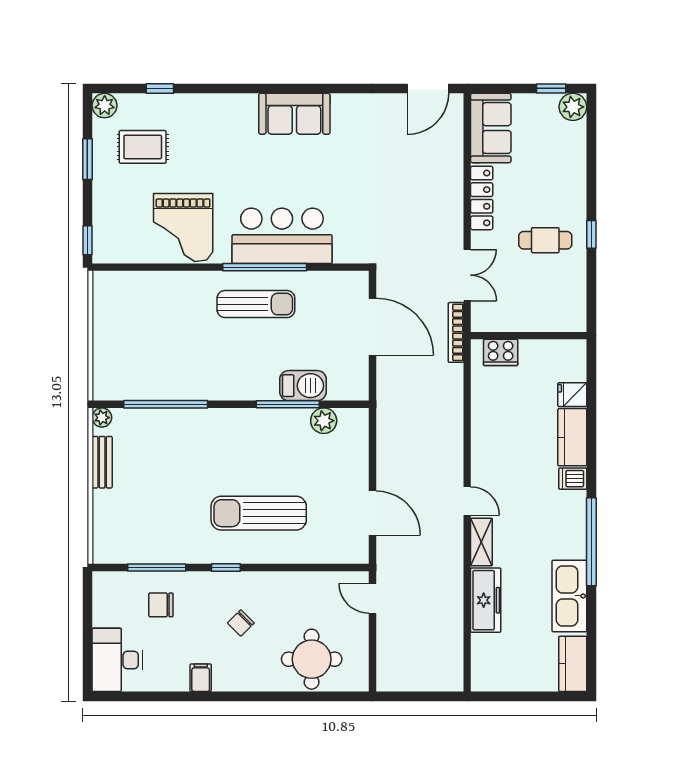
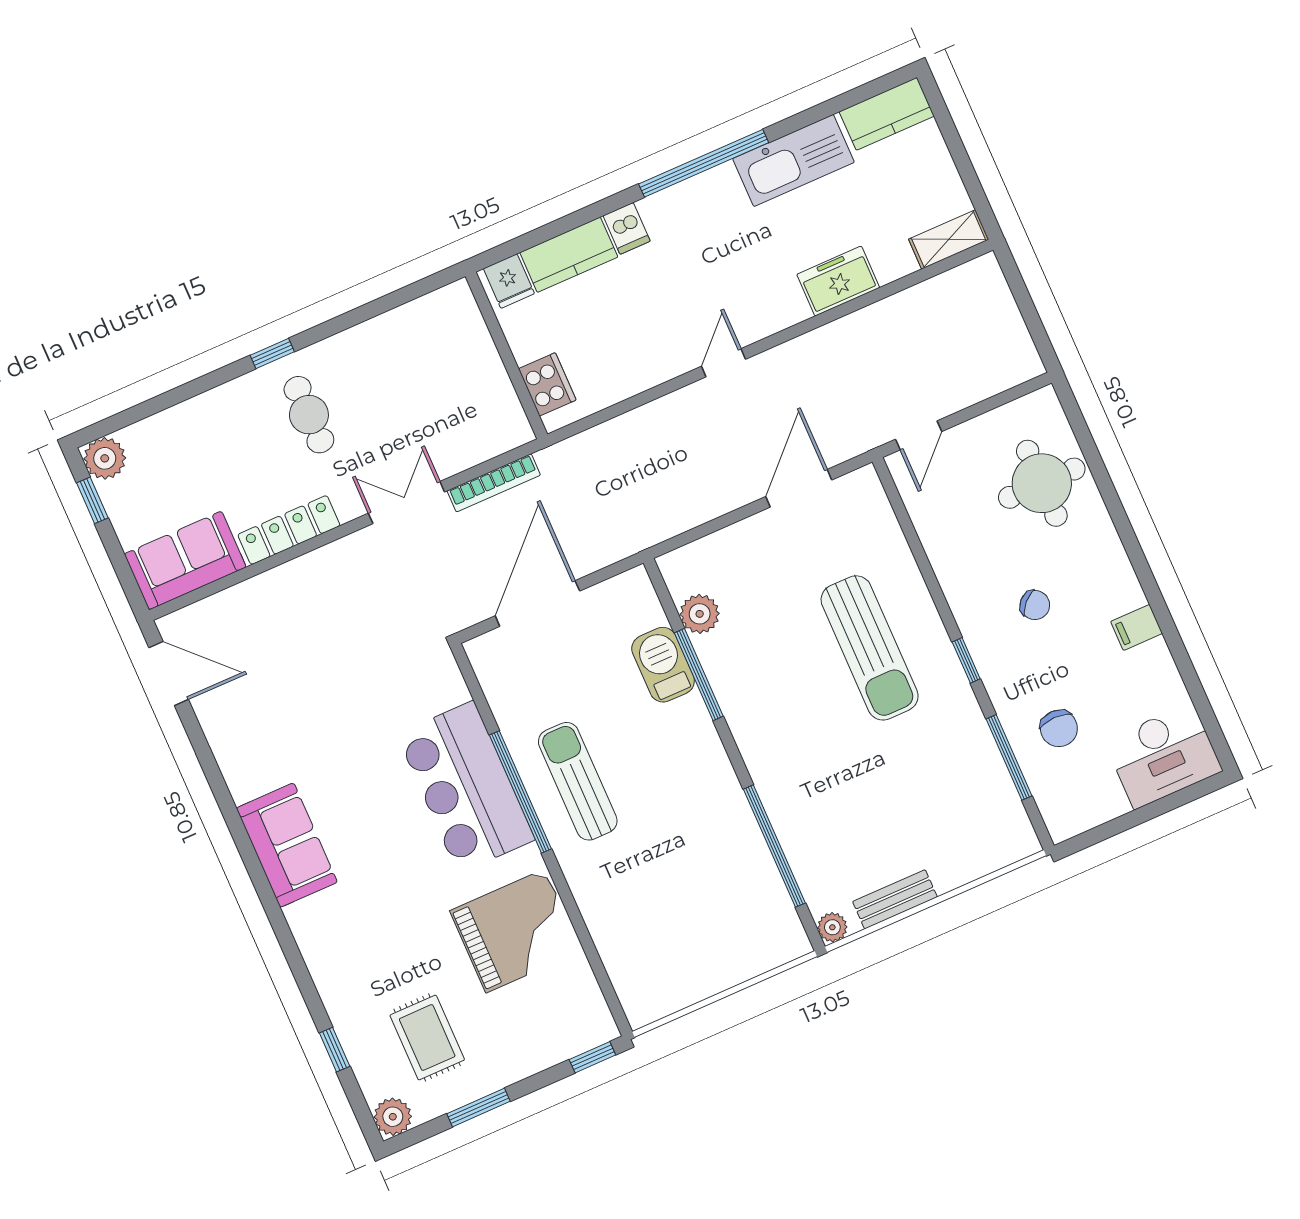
wall: (529, 336) -> (506, 355), moved
cooker: (501, 352) -> (547, 384), moved
shelving: (481, 542) -> (949, 239), moved
freezer: (486, 600) -> (838, 281), width x0.71

